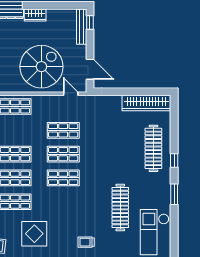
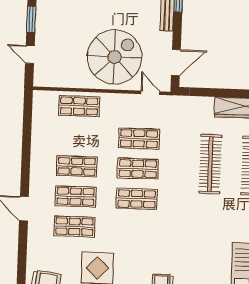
door: (90, 69) -> (176, 63), hinge flipped
clothes rail: (120, 208) -> (210, 164), moved

